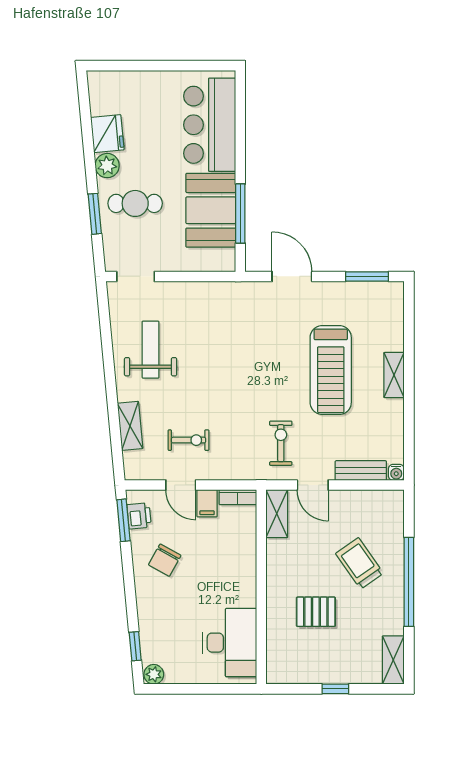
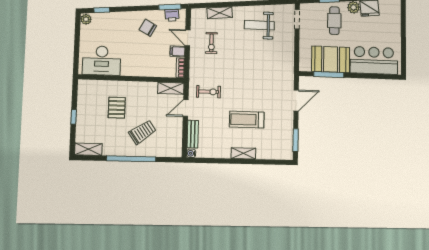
weight bench: (151, 350) -> (259, 25), turned 180
treadmill: (331, 370) -> (247, 120), width x0.73, depth x0.73
door: (181, 485) -> (188, 38), hinge flipped

